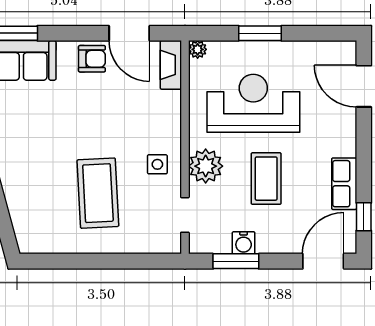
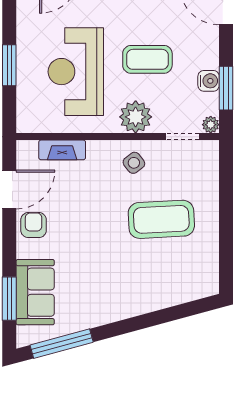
plant: (198, 49) -> (211, 125), moved
fireplace: (171, 65) -> (62, 150), moved
side table: (157, 164) -> (134, 163), turned -38

